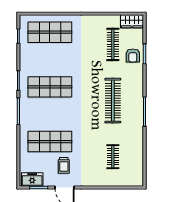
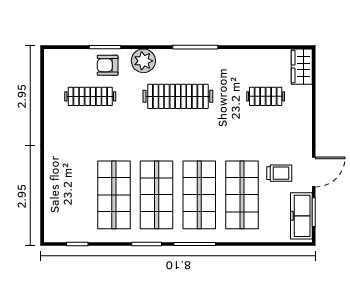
wardrobe: (132, 21) -> (302, 67), moved, turned 180
shop shelf: (50, 32) -> (114, 195), moved
armchair: (133, 55) -> (108, 65), turned 180
plant: (136, 78) -> (143, 61), added
shop shelf: (50, 114) -> (199, 195), added
freezer: (32, 180) -> (301, 216), width x1.40

